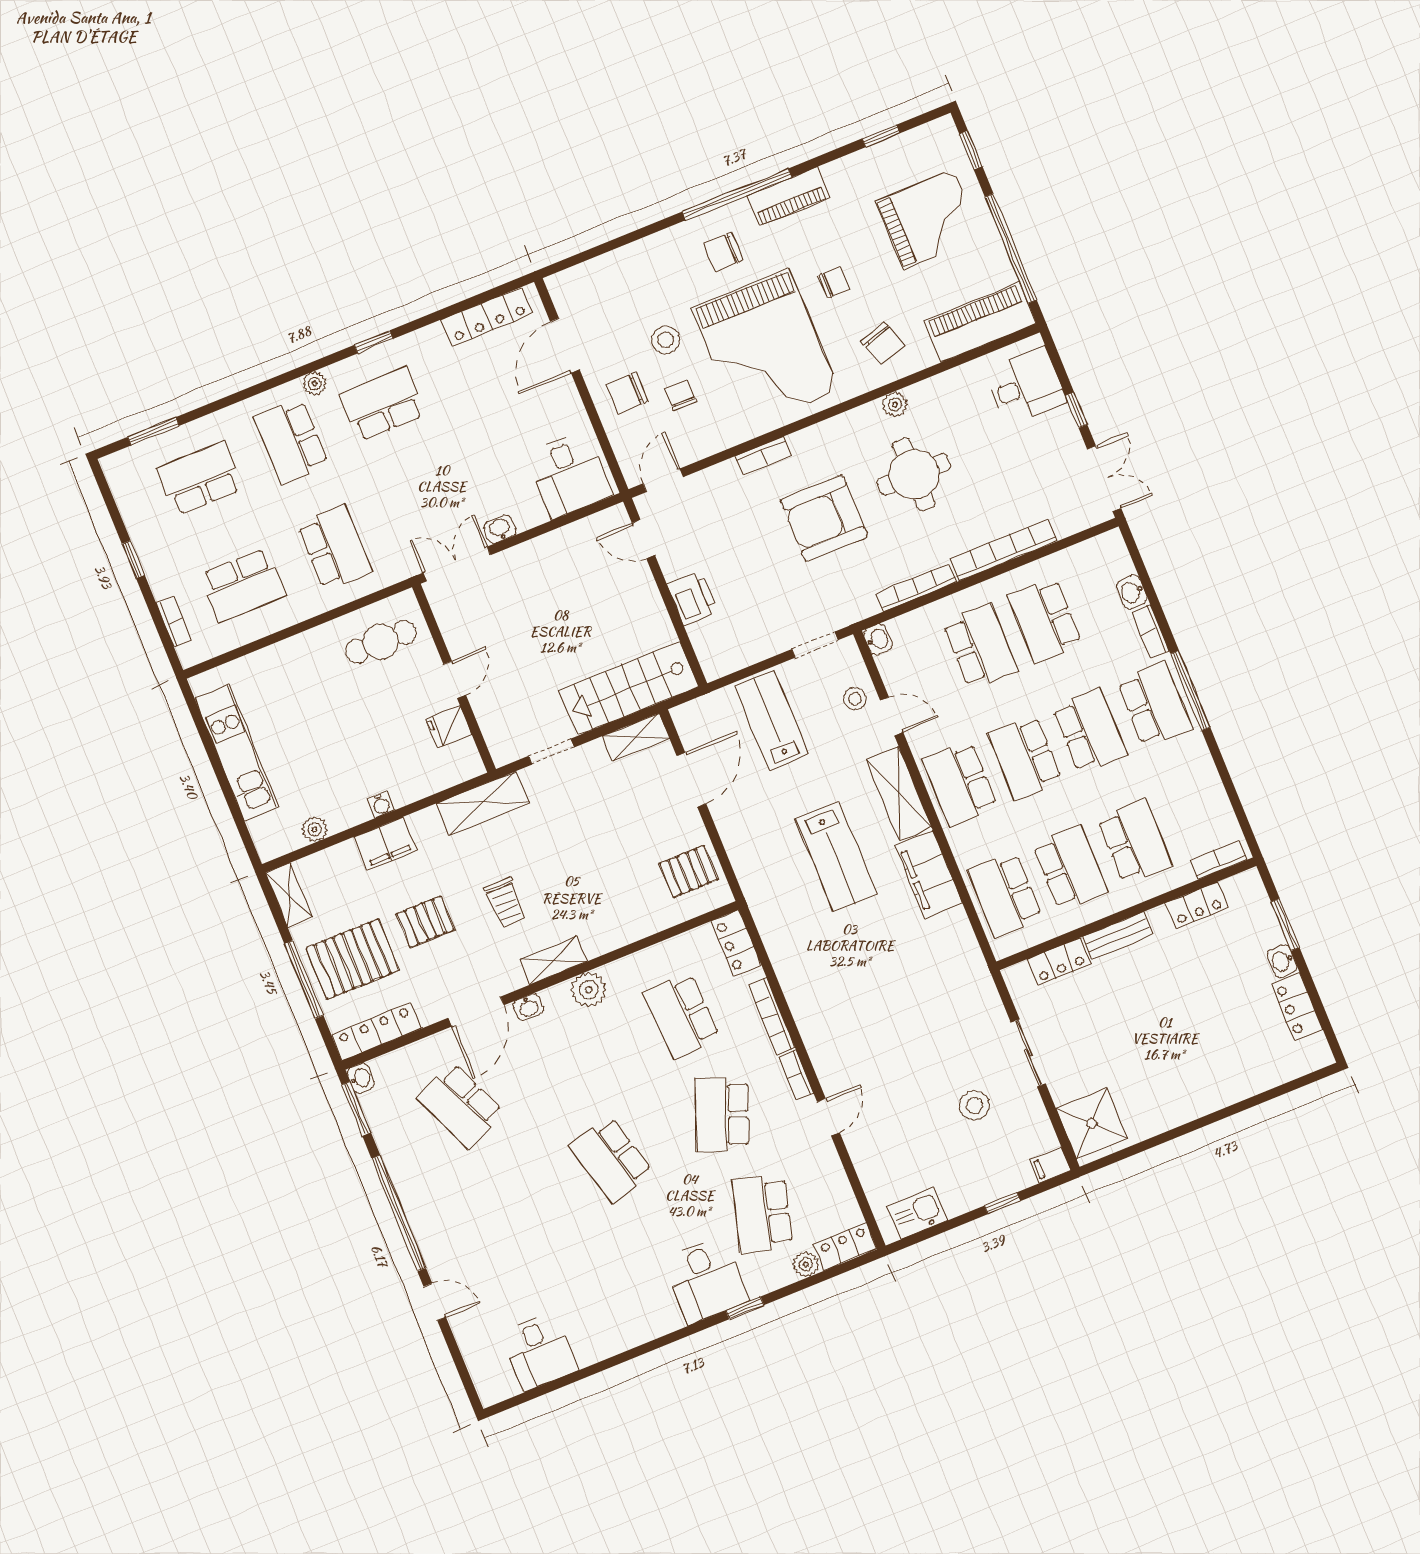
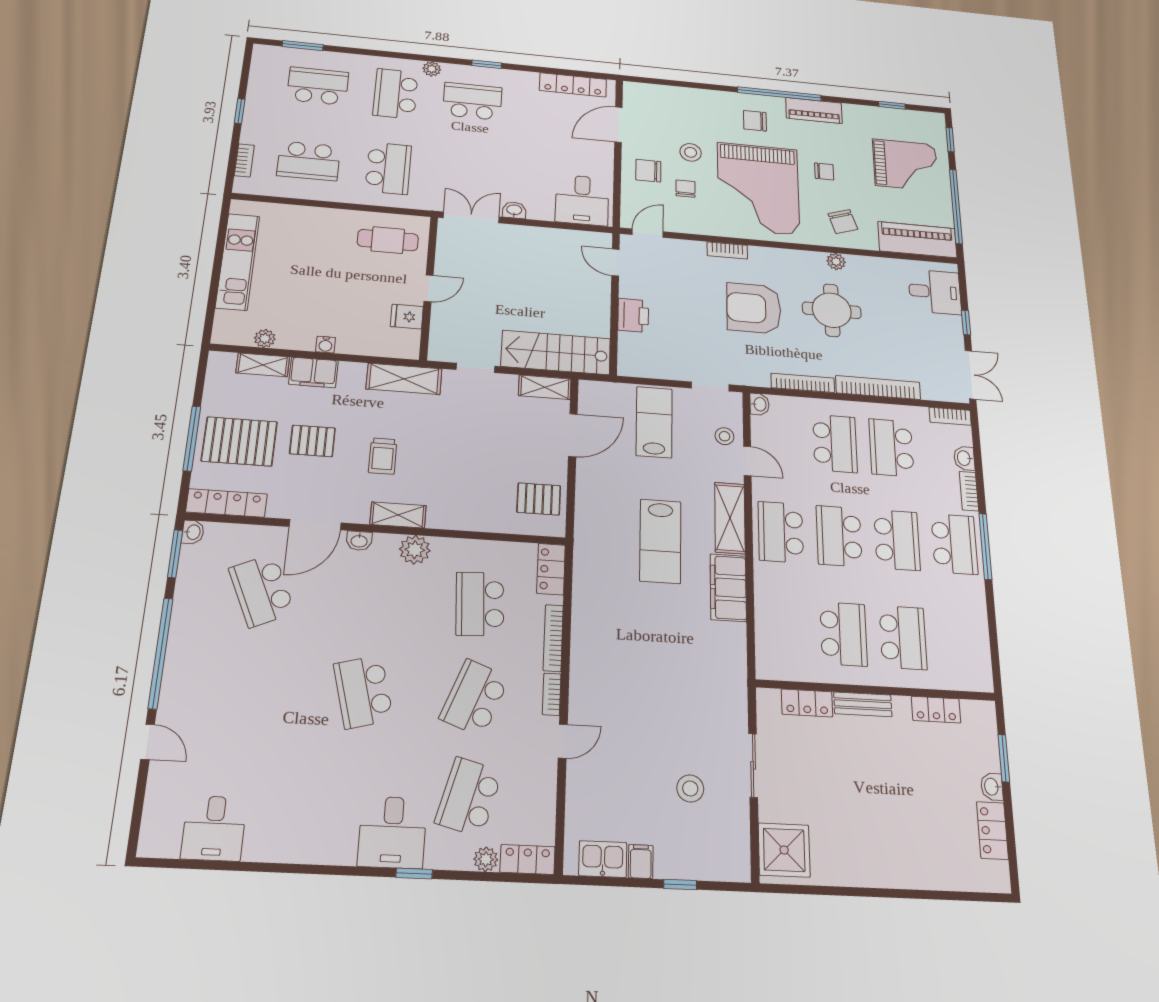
bookcase: (1218, 860) -> (950, 416), moved, turned 180
school desk: (1005, 894) -> (783, 630), removed
shelving: (289, 895) -> (263, 365), moved, turned 90
filing cabinet: (1050, 1165) -> (641, 862), moved, turned 90

